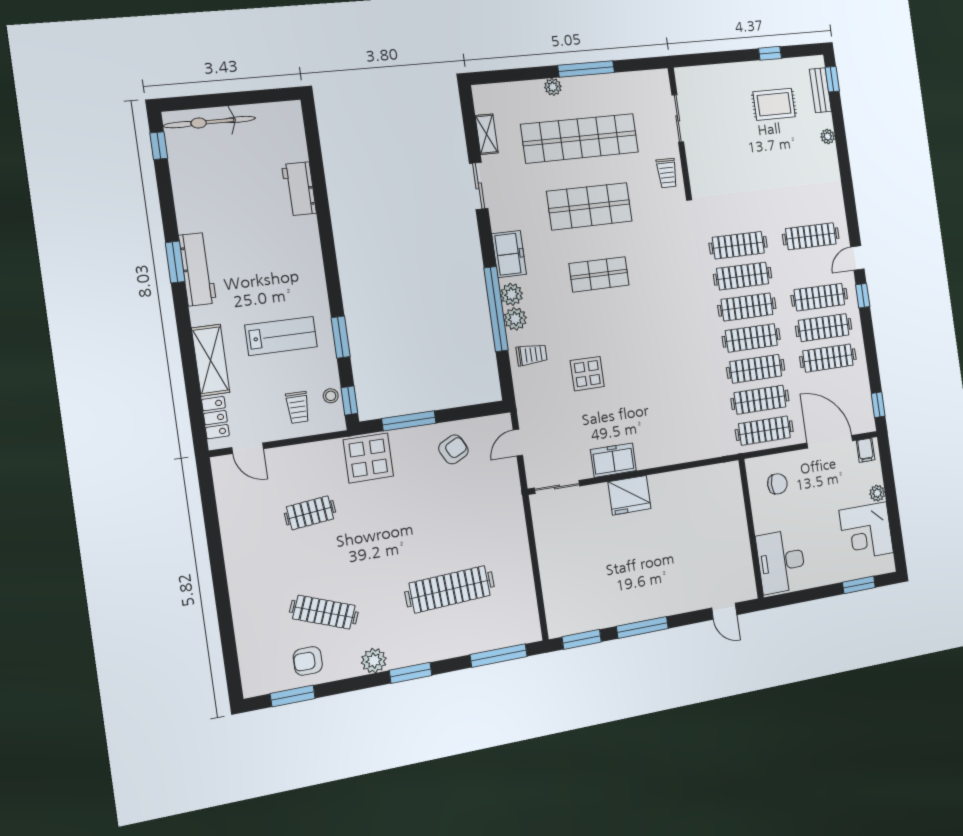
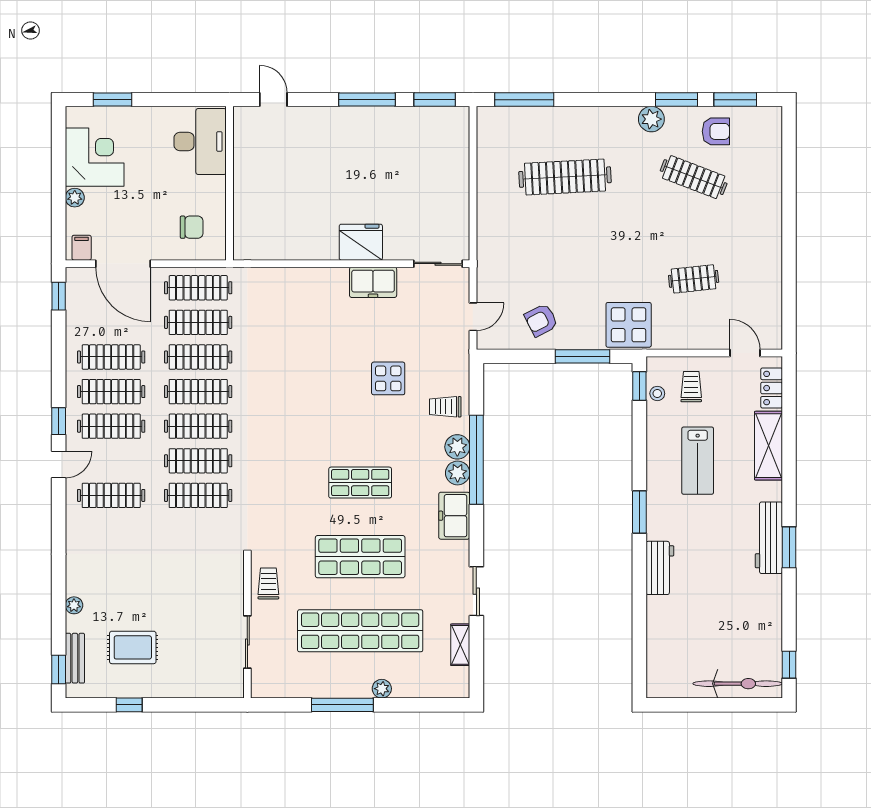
workbench: (299, 189) -> (660, 568), moved
lab bench: (281, 336) -> (698, 461), turned -90
window: (341, 337) -> (639, 512), moved
chair: (777, 484) -> (192, 227), turned 180
window: (411, 673) -> (677, 100), moved

